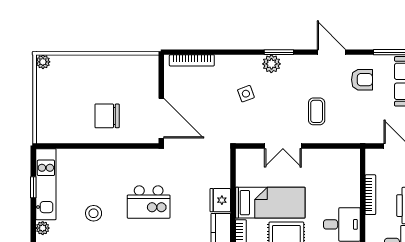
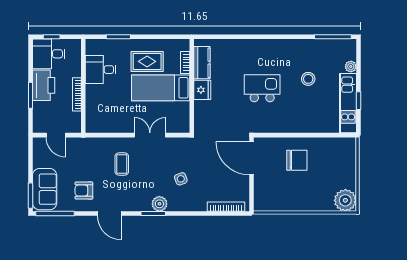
plant: (43, 62) -> (345, 200), width x1.88, depth x1.88

